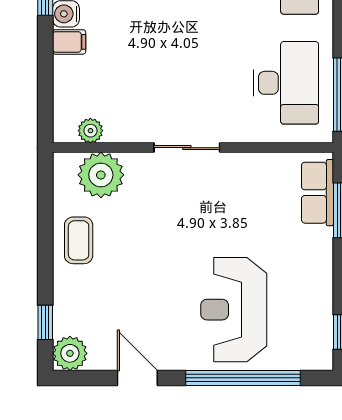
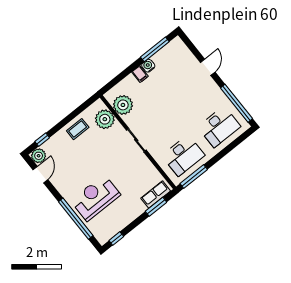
plant: (90, 131) -> (123, 105), width x1.88, depth x1.88
door: (137, 378) -> (40, 175), moved

